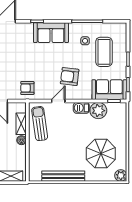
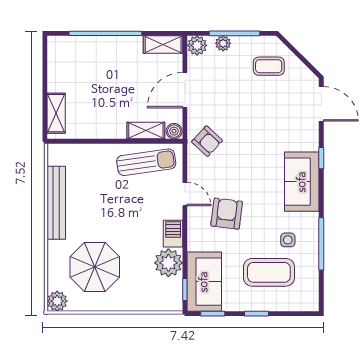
armchair: (27, 88) -> (207, 141), turned 133
boiler: (21, 140) -> (174, 131), moved

